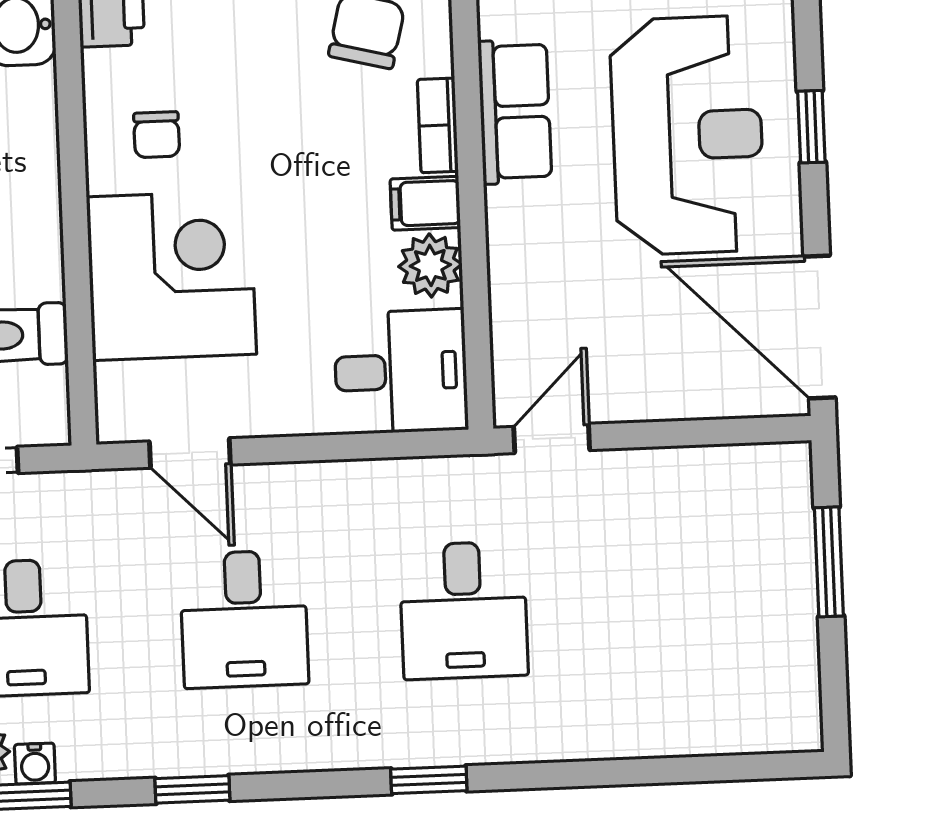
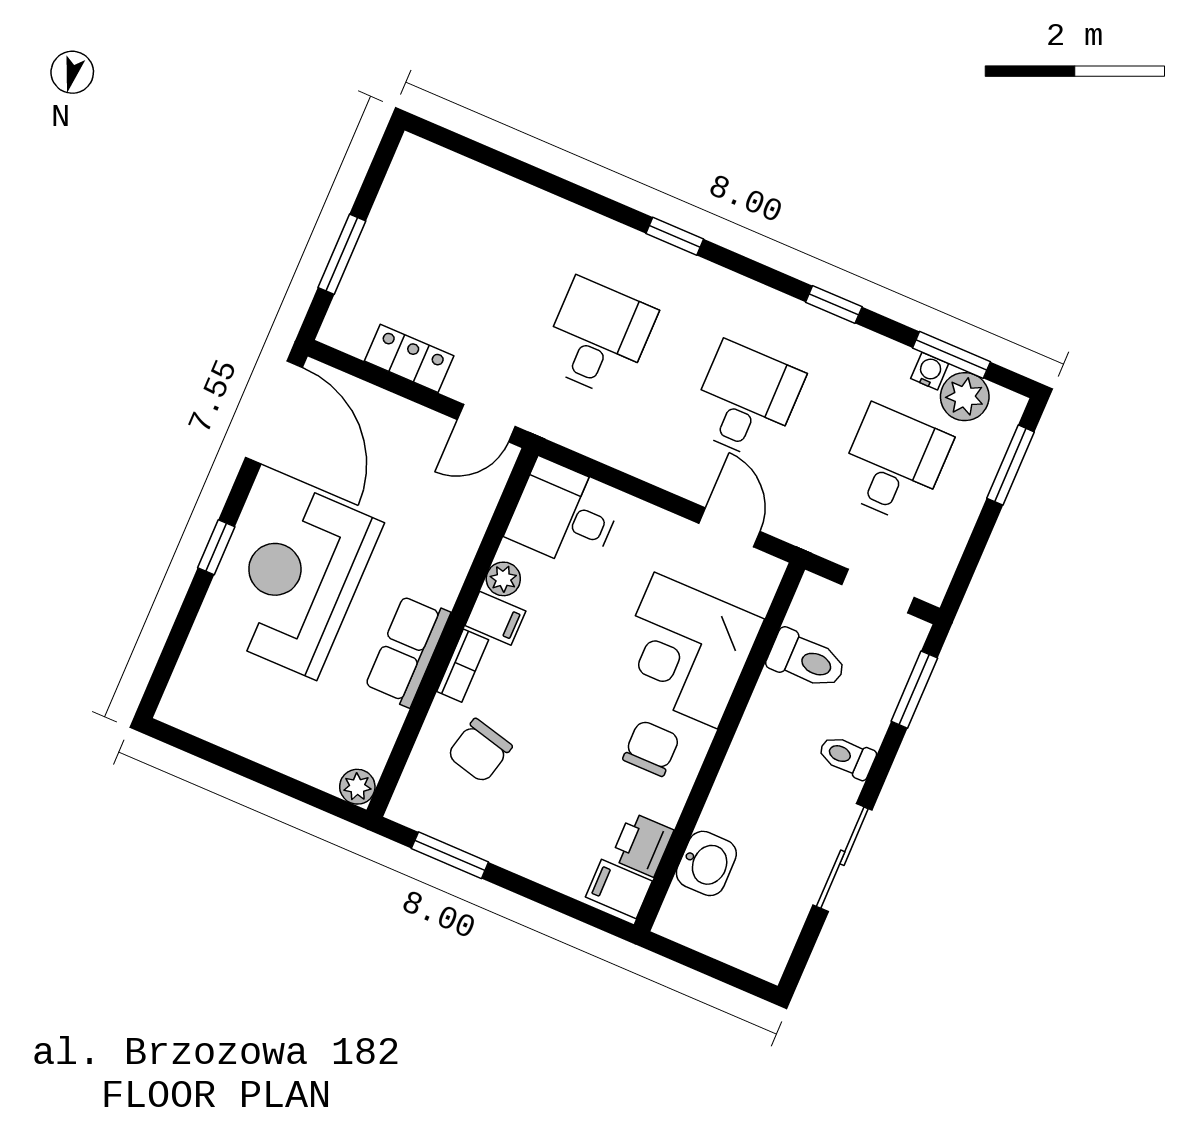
chair: (157, 135) -> (651, 748), width x1.37, depth x1.37
plant: (430, 265) -> (503, 579), width x0.73, depth x0.73
locker: (685, 473) -> (409, 358), added

